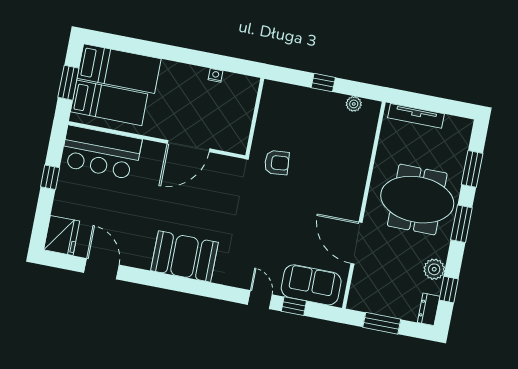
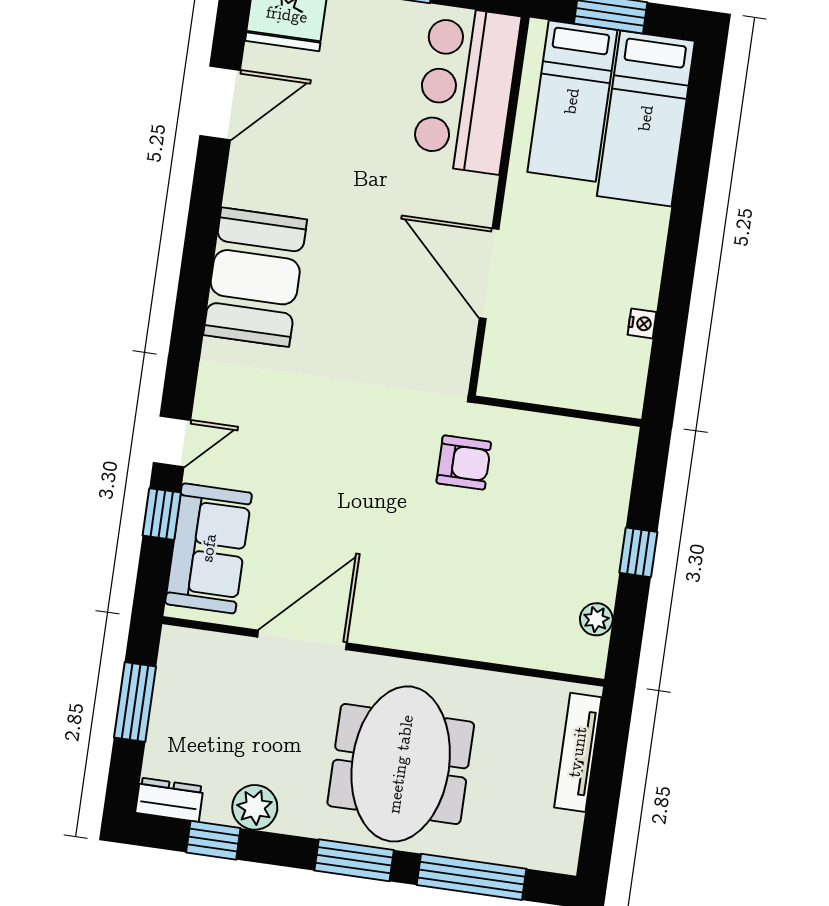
armchair: (277, 163) -> (464, 463), turned -85
window: (472, 169) -> (471, 877), width x1.44

